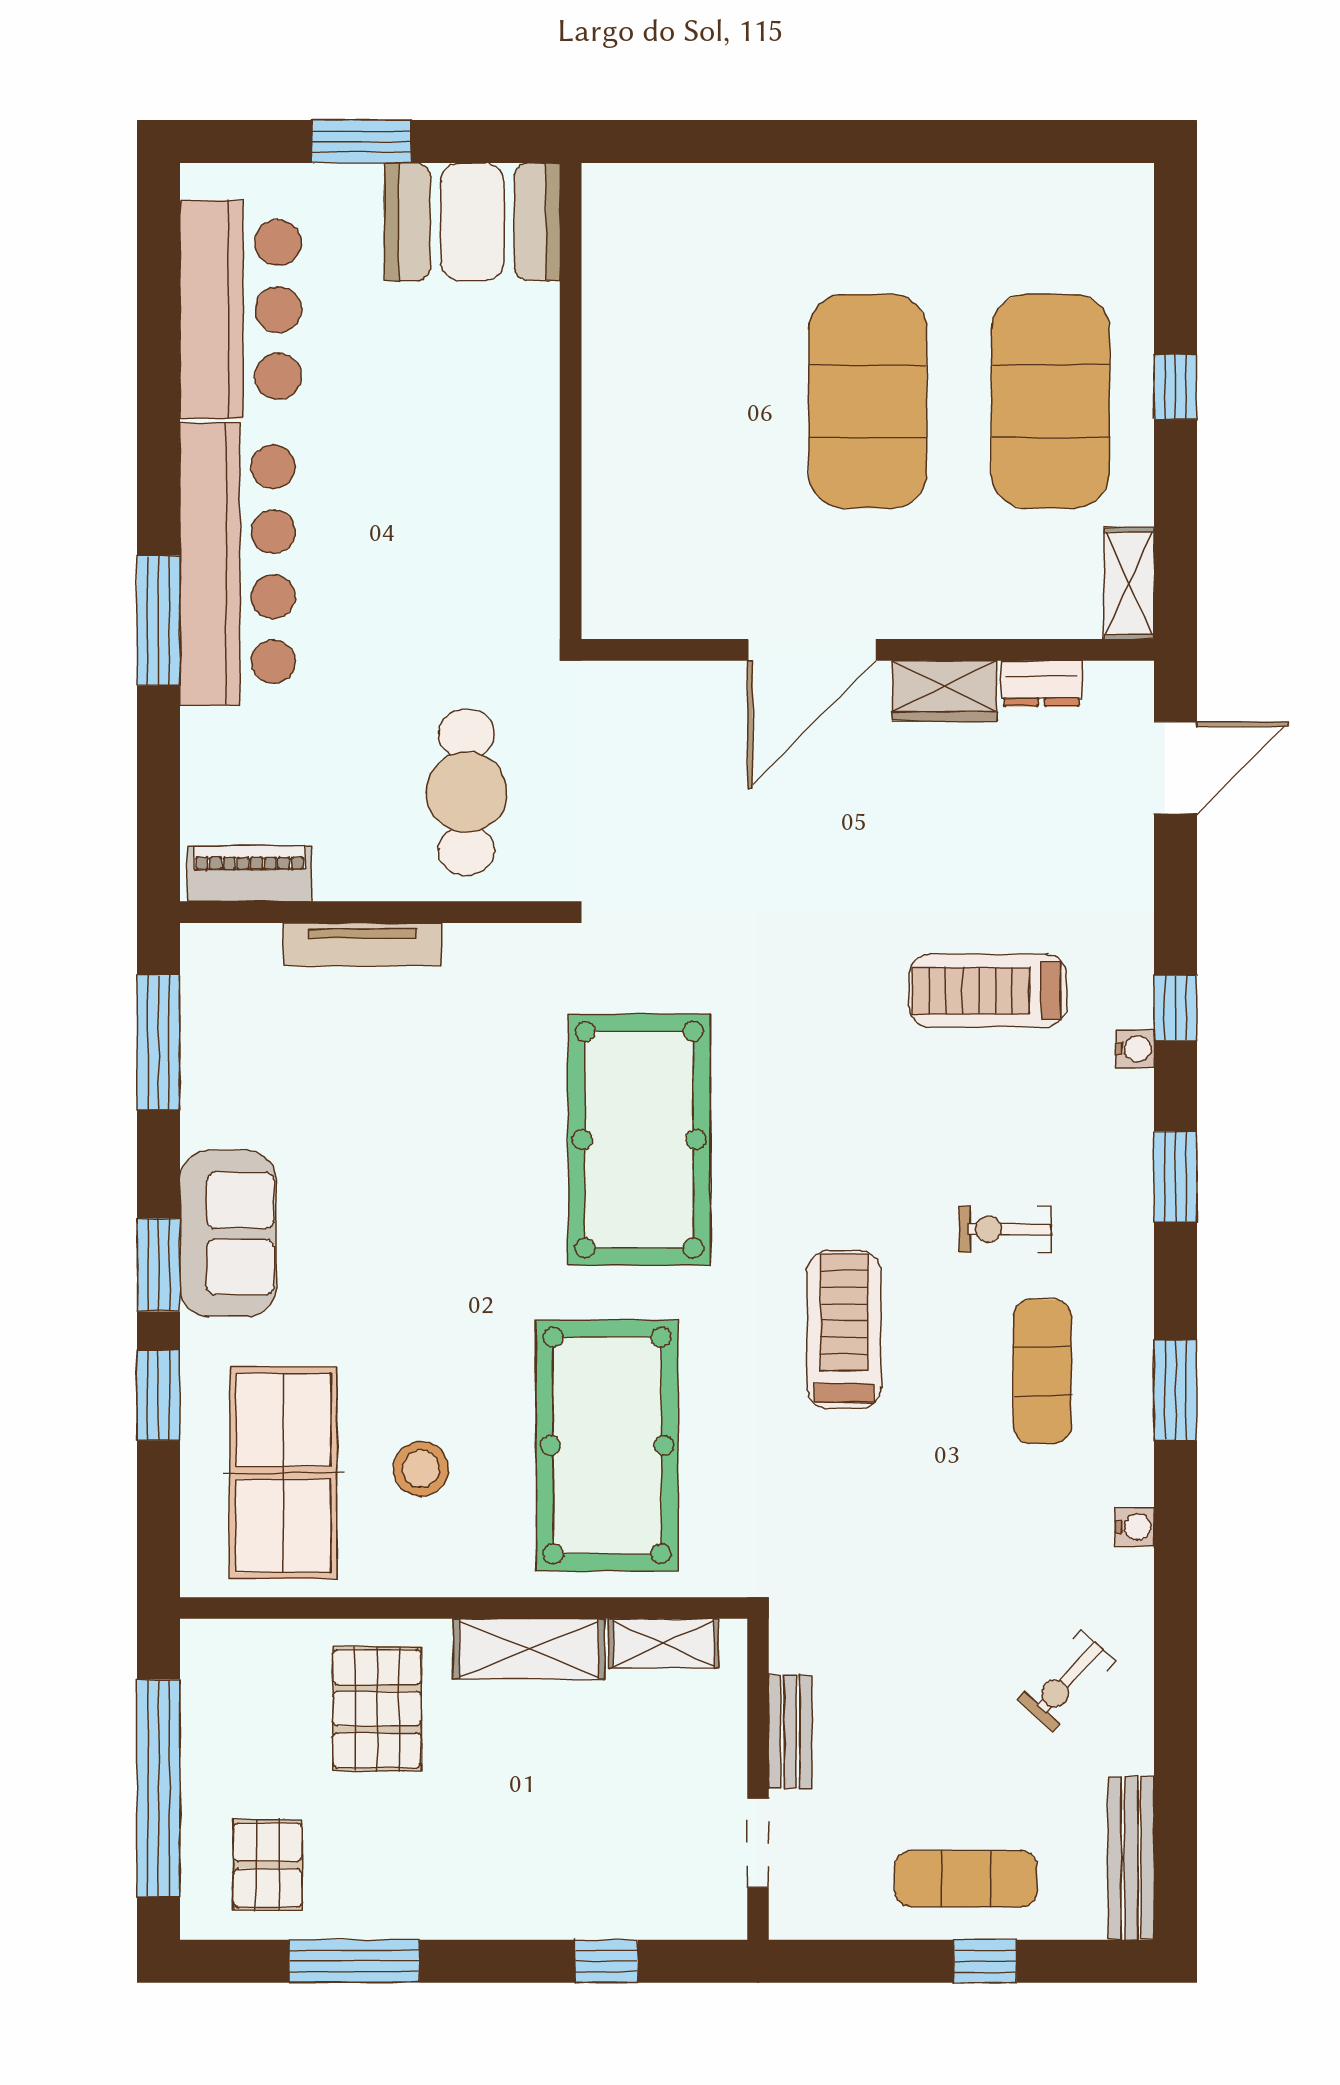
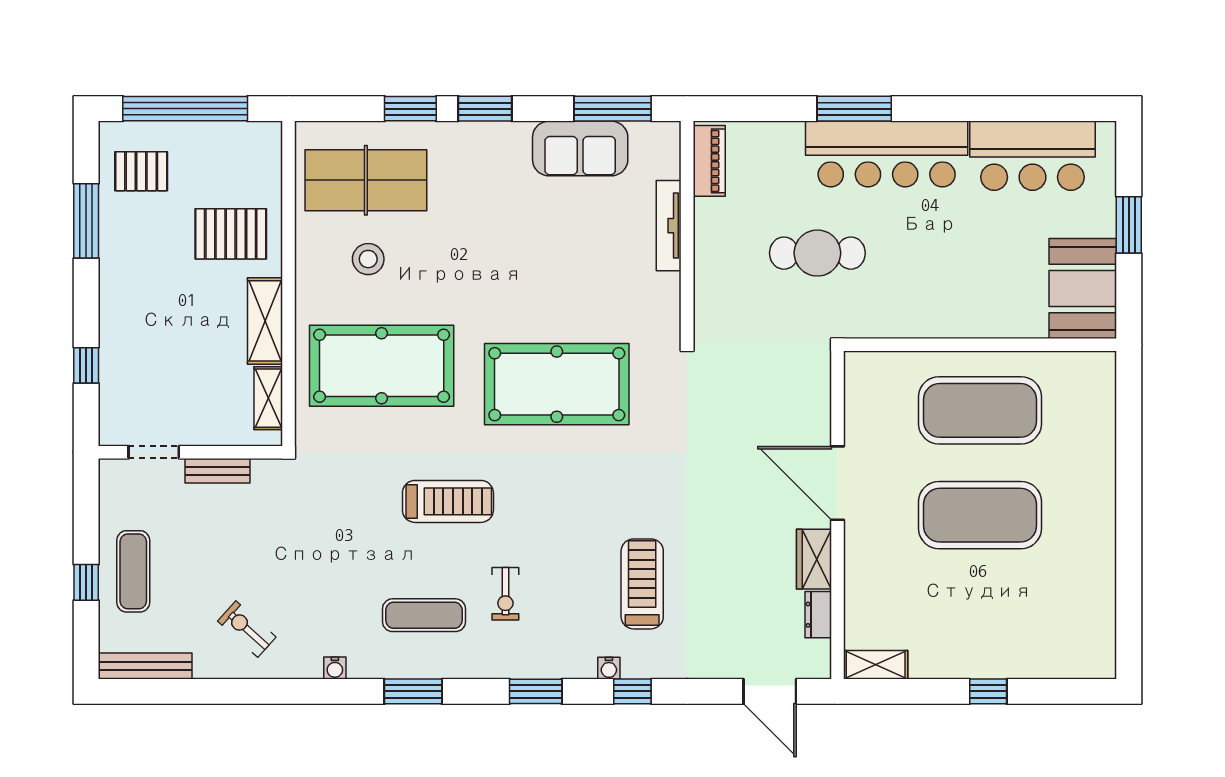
exercise mat: (1050, 401) -> (980, 410), moved
cafe table: (467, 792) -> (817, 253), moved
exercise bike: (1005, 1229) -> (505, 594), turned 180
sofa: (228, 1233) -> (580, 148), moved

